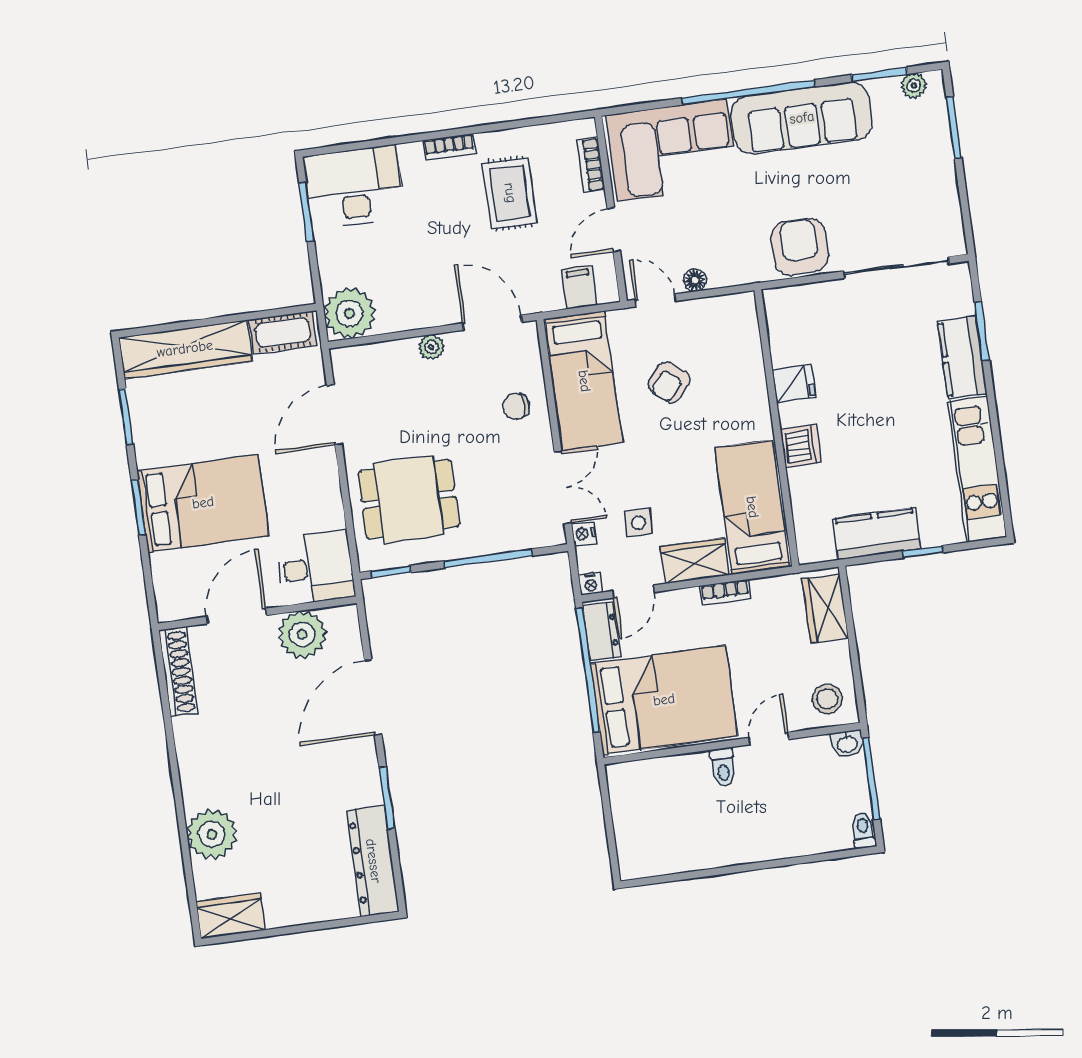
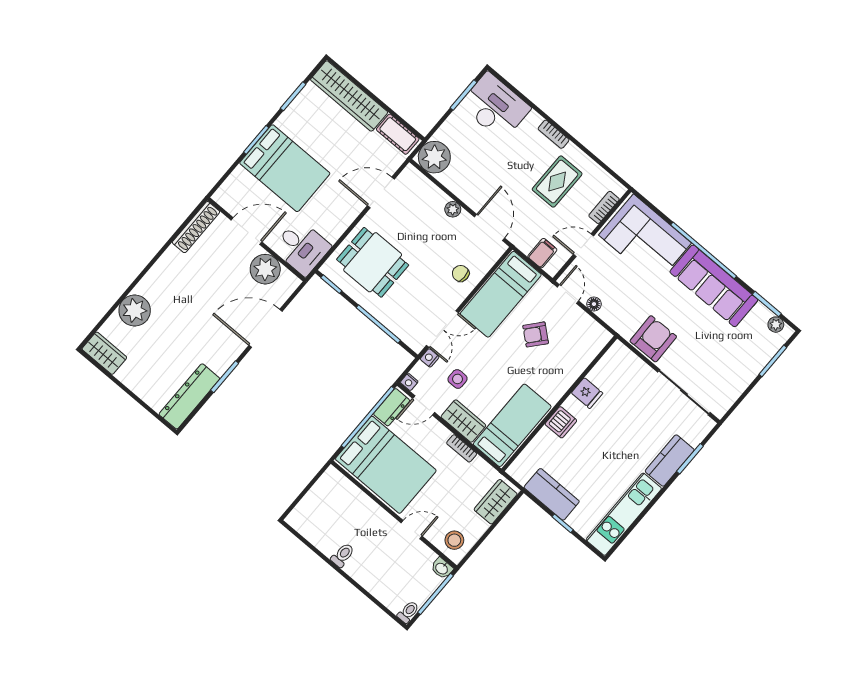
toilet: (723, 767) -> (343, 555), moved, turned 180

